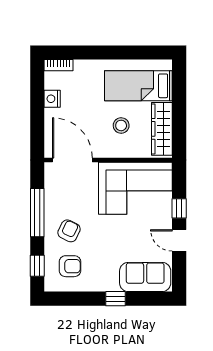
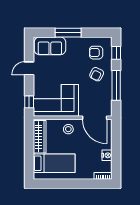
stool: (121, 125) -> (68, 129), moved
window: (179, 208) -> (29, 102), moved
door: (179, 240) -> (29, 68), swing flipped
window: (116, 299) -> (68, 33), width x2.17

